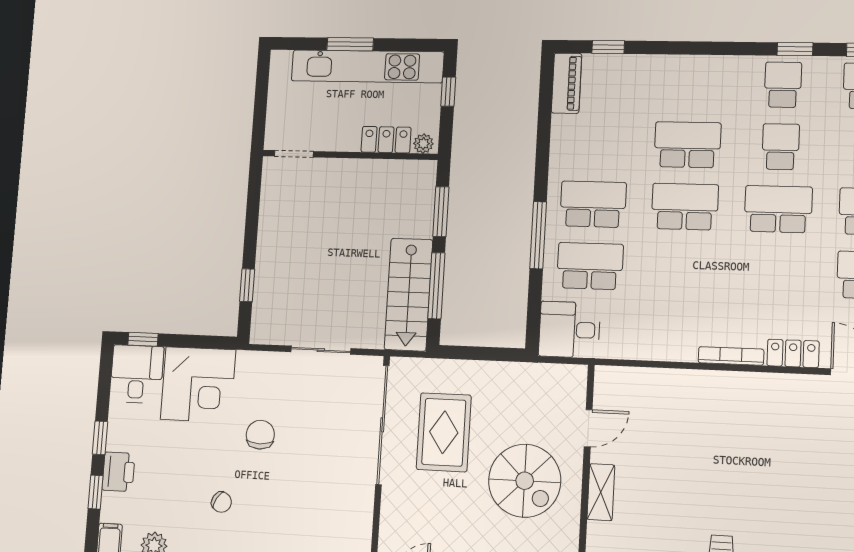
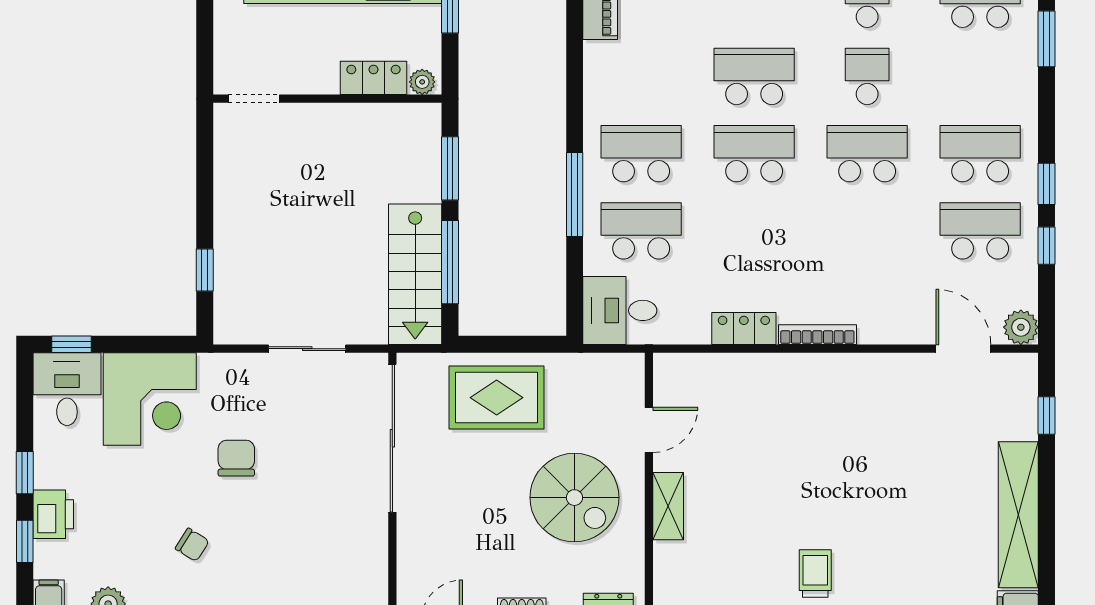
locker: (793, 353) -> (744, 328), moved
rug: (444, 432) -> (497, 398), moved, turned 90

